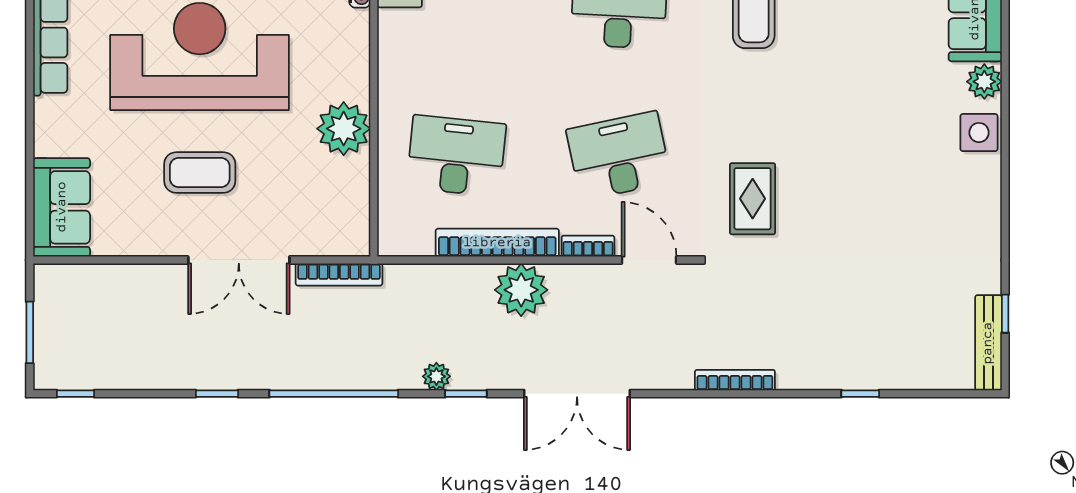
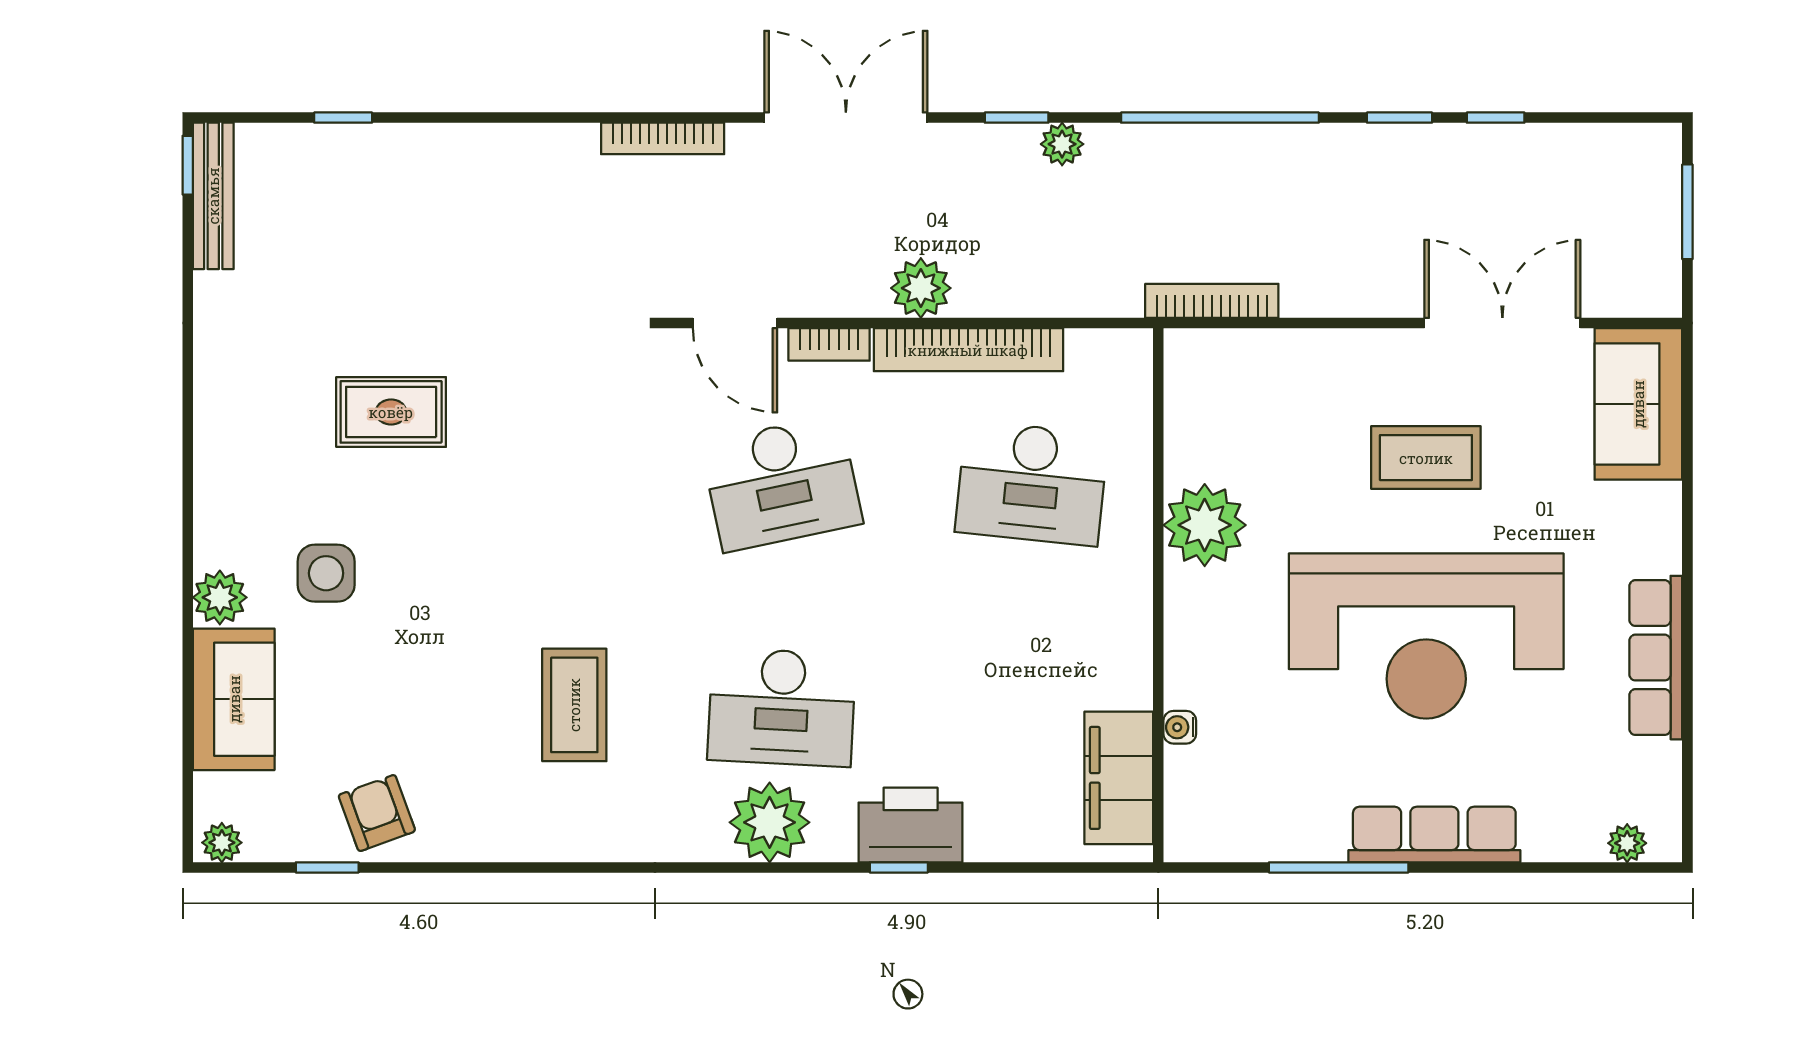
side table: (979, 133) -> (326, 573), moved
rug: (753, 199) -> (391, 412), moved, turned 90
double door: (239, 260) -> (1502, 323), moved
plant: (521, 290) -> (921, 288), width x0.73, depth x0.73
window: (1005, 314) -> (188, 165), moved
bookcase: (735, 380) -> (663, 138), moved
window: (76, 394) -> (1496, 118), moved
window: (860, 394) -> (343, 118), moved

